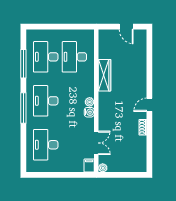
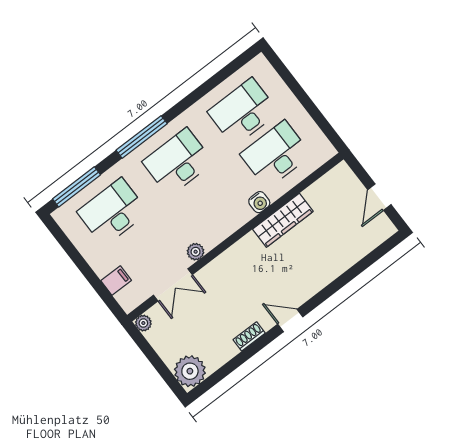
window: (23, 64) -> (77, 187), moved
plant: (90, 102) -> (196, 252), moved
water cooler: (89, 112) -> (259, 202), moved
plant: (138, 164) -> (190, 371), added
filing cabinet: (89, 166) -> (116, 281), moved

